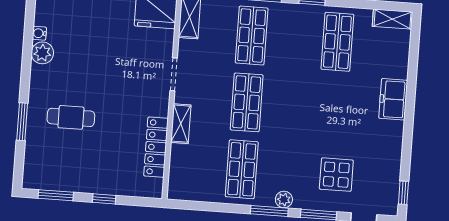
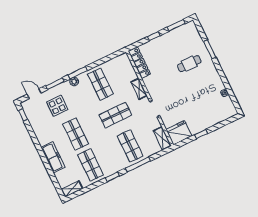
plant: (42, 53) -> (218, 85), removed
freezer: (393, 99) -> (53, 157), width x1.40
shop shelf: (247, 102) -> (115, 115), turned 90
shop shelf: (332, 109) -> (76, 134), added
locker: (156, 147) -> (139, 63), moved

